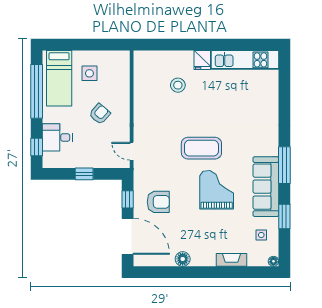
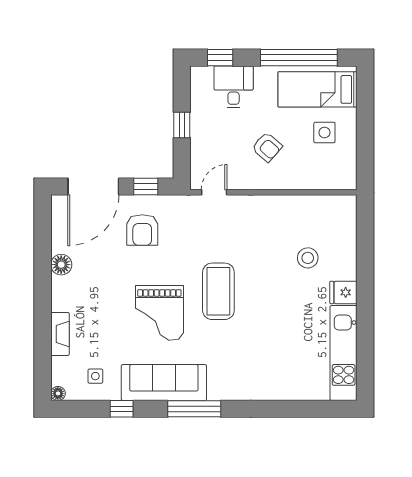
grand piano: (217, 190) -> (159, 313), turned 90
window: (284, 216) -> (122, 409), width x0.67

